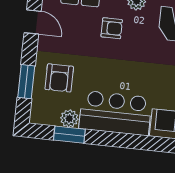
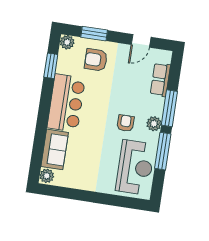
armchair: (112, 28) -> (126, 123), moved, turned 180
plant: (69, 119) -> (67, 42), moved

